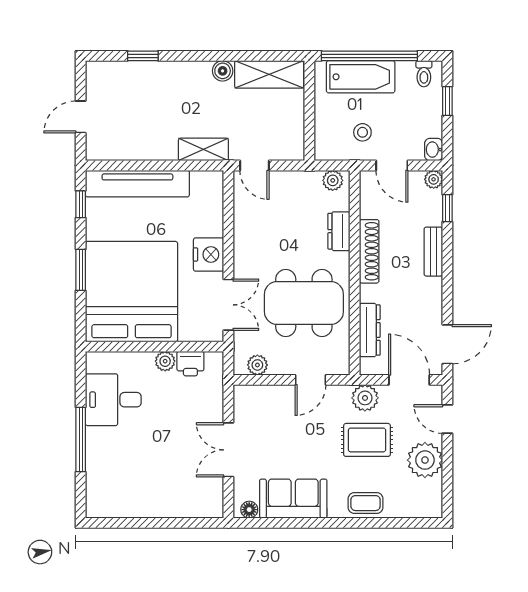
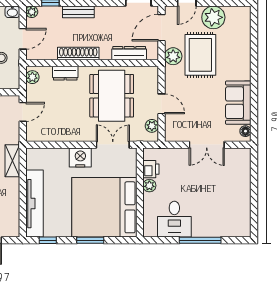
door: (254, 165) -> (23, 112), moved
door: (310, 380) -> (161, 104), moved
rug: (367, 440) -> (200, 55), width x1.36, depth x1.43
coffee table: (366, 503) -> (241, 56), removed

